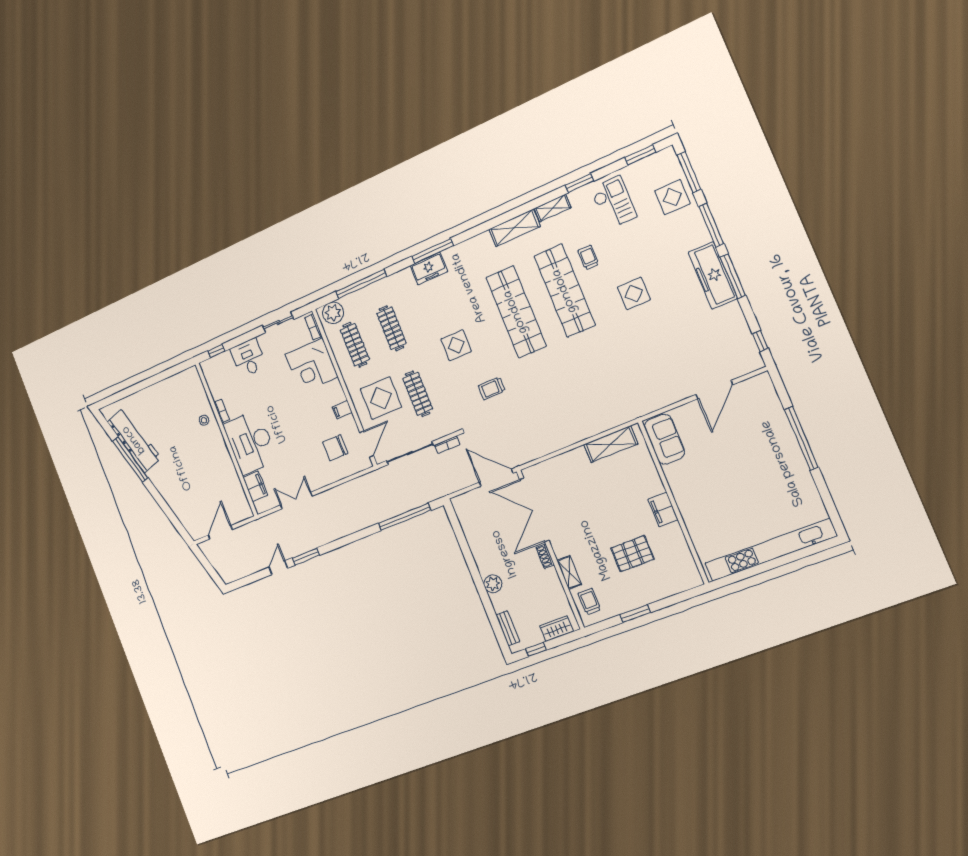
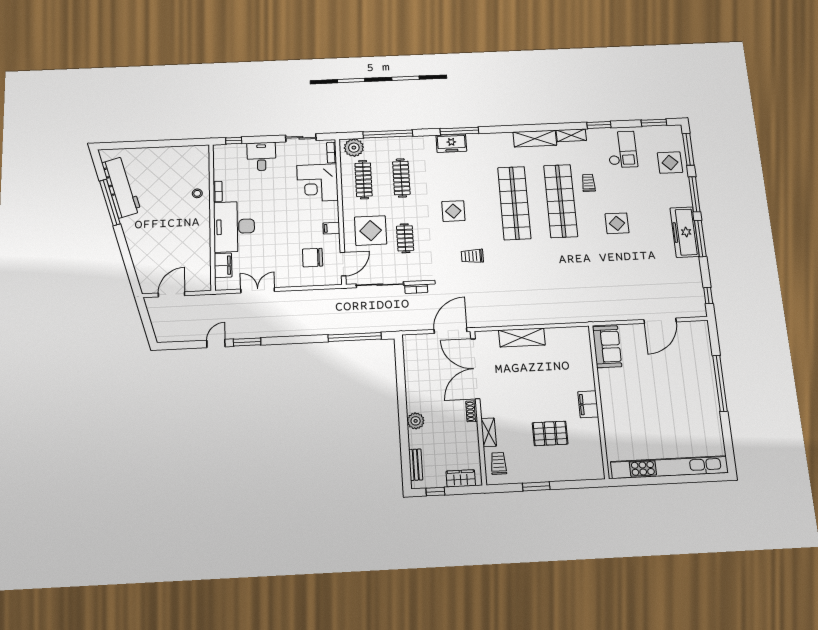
clothes rail: (418, 394) -> (405, 238), width x0.73
shelving: (611, 444) -> (522, 338), moved
door: (496, 478) -> (450, 331), hinge flipped

